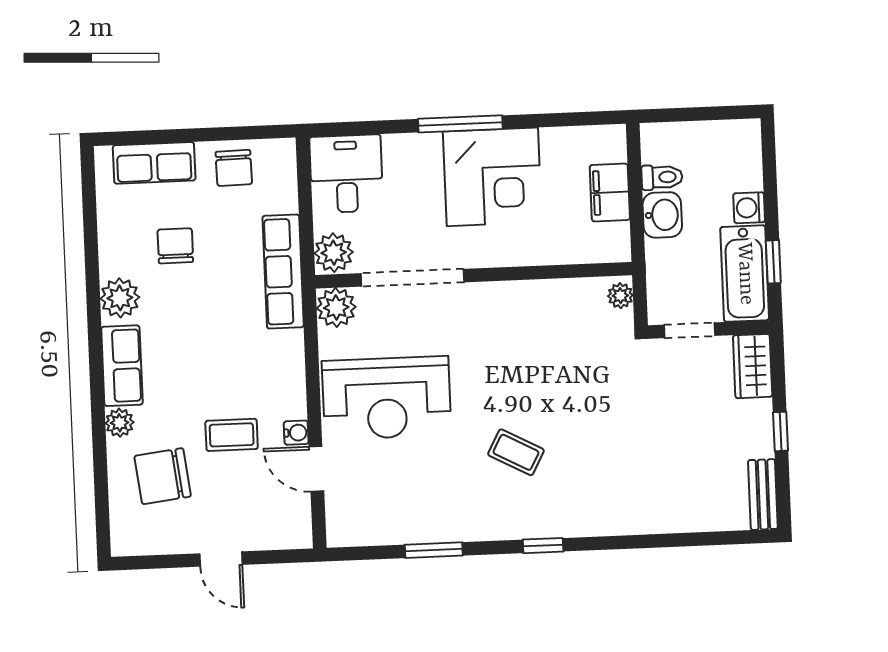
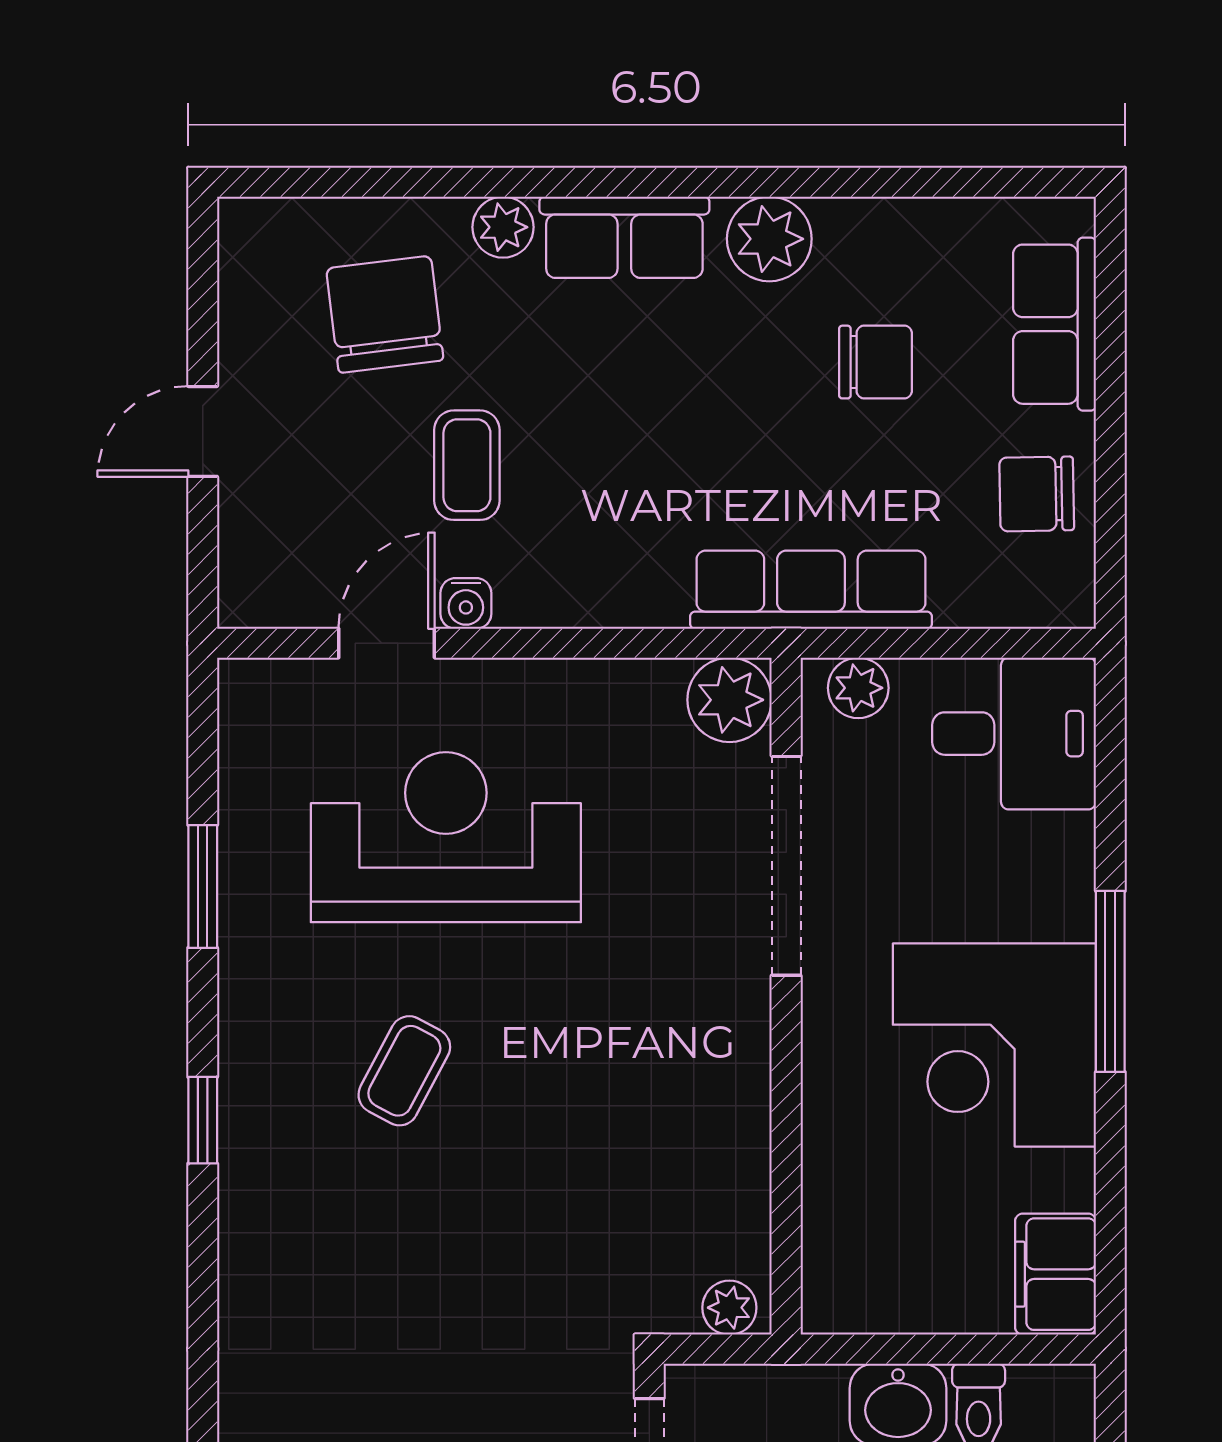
filing cabinet: (610, 192) -> (1055, 1274), moved, turned -90
plant: (334, 253) -> (858, 688), width x0.73, depth x0.73
reception desk: (387, 398) -> (446, 837), moved, turned 90

